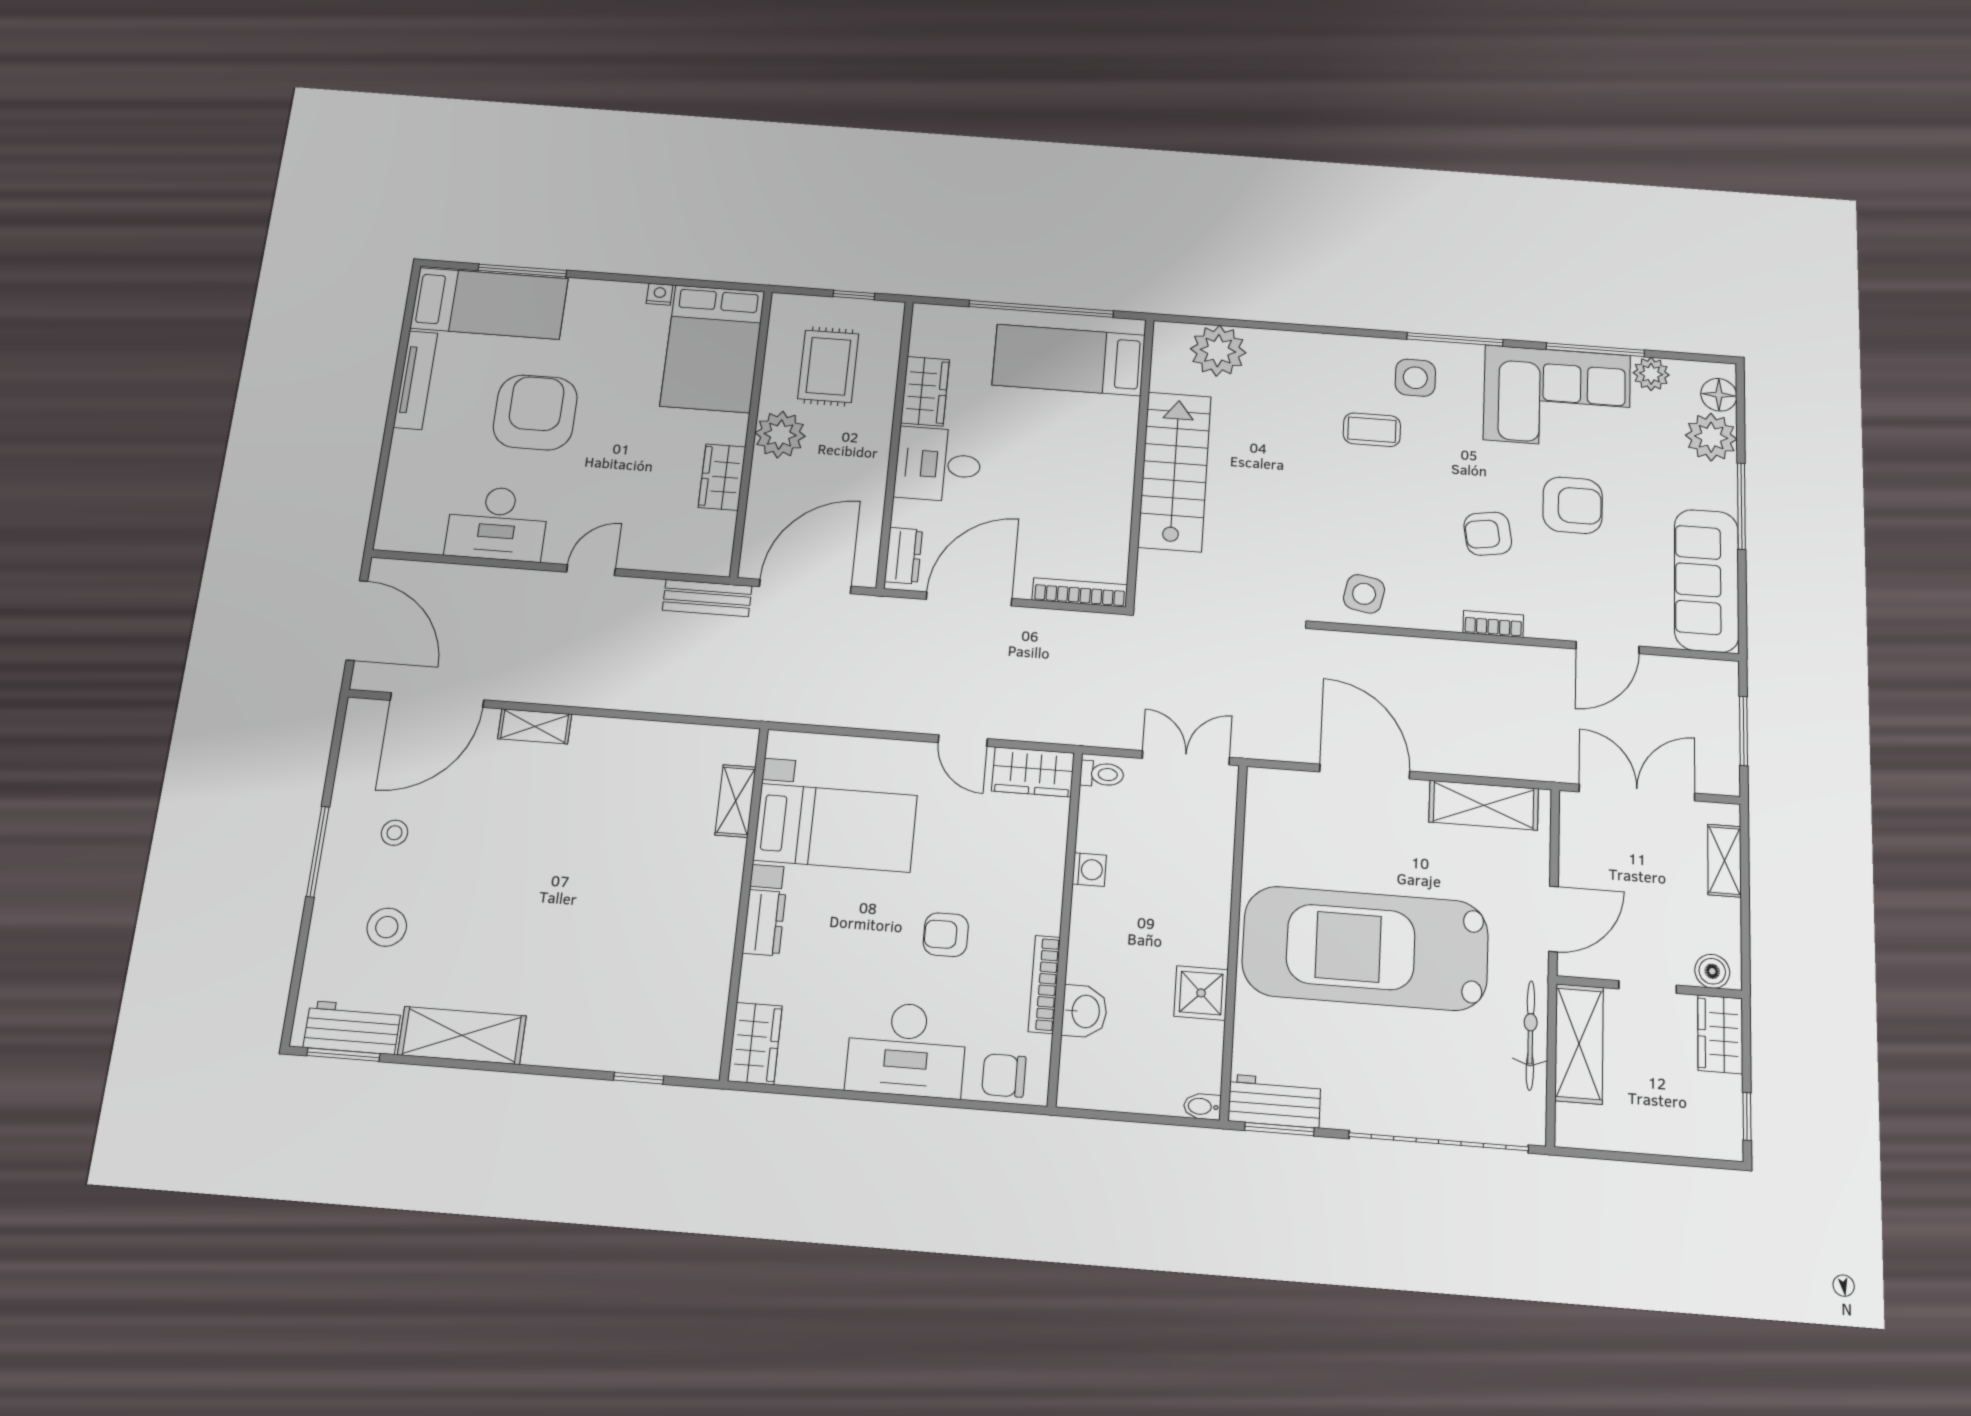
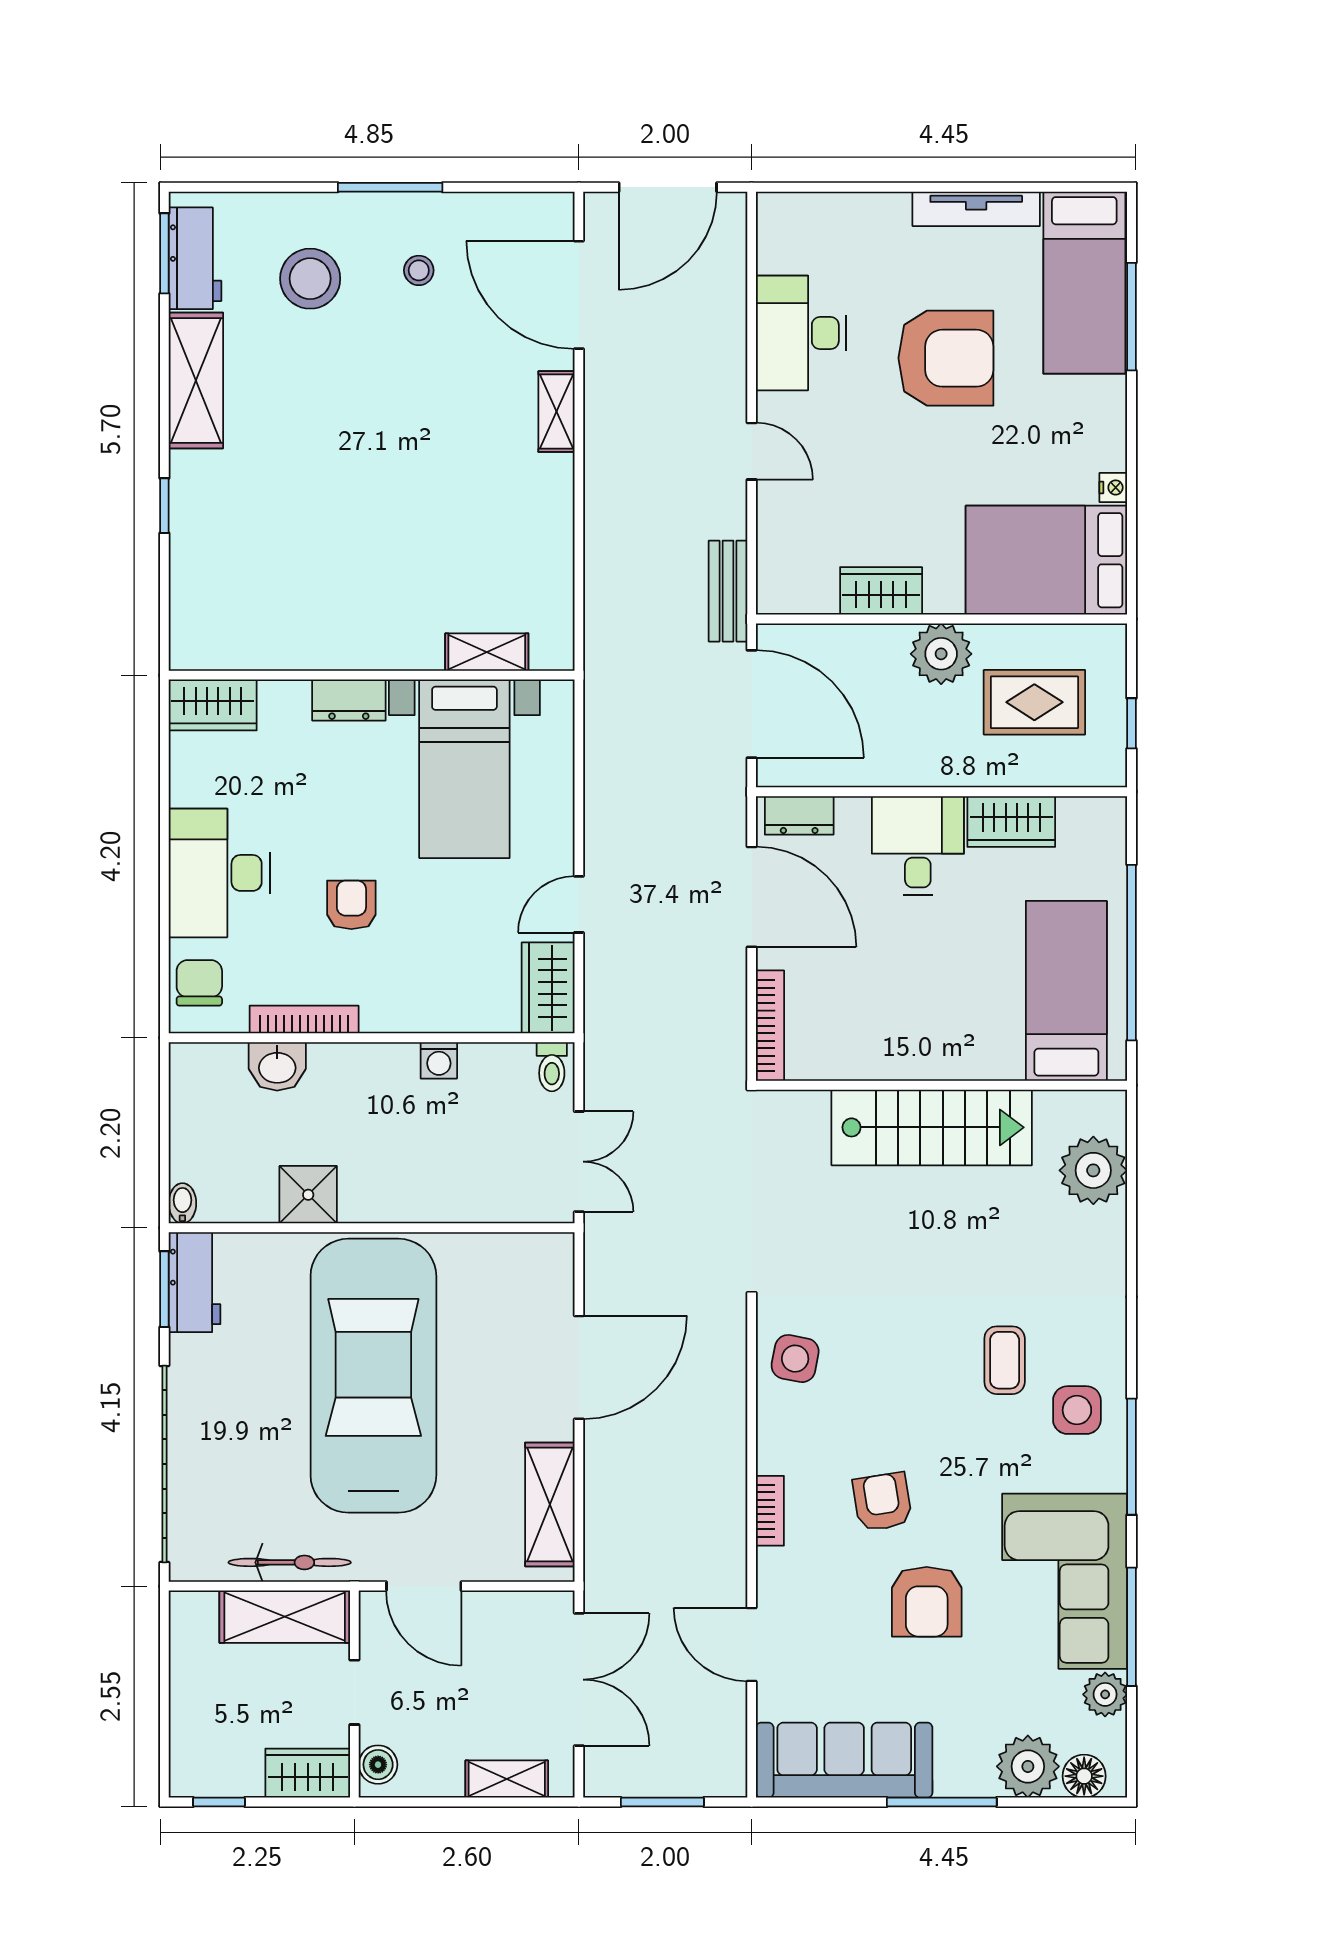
stool: (387, 927) -> (310, 279), width x1.38, depth x1.38
window: (639, 1078) -> (164, 506), moved

